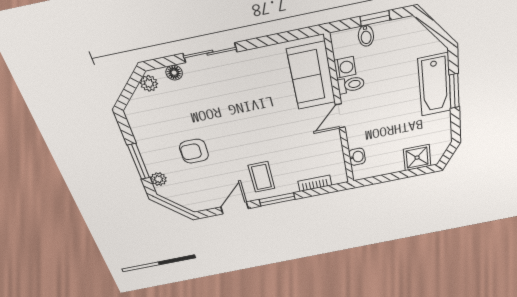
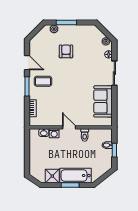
washing machine: (345, 67) -> (54, 133), moved
sofa: (311, 76) -> (103, 101), moved, turned -90
shower: (417, 158) -> (52, 176), moved

